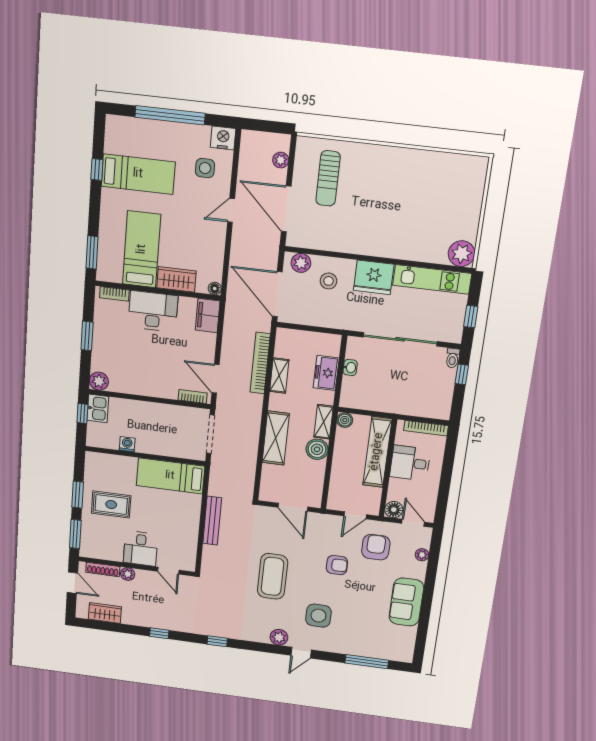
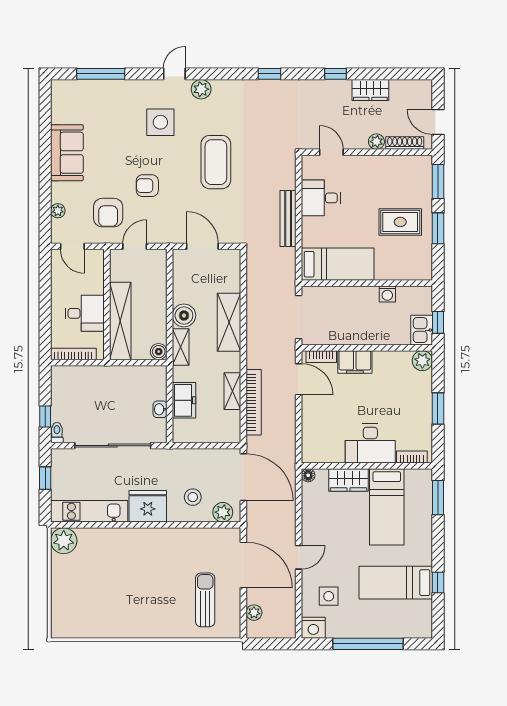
filing cabinet: (208, 316) -> (355, 362), moved, turned 90
floor lamp: (394, 510) -> (95, 259), removed
desk: (141, 548) -> (321, 198), moved, turned -90
wardrobe: (105, 613) -> (370, 90), moved

